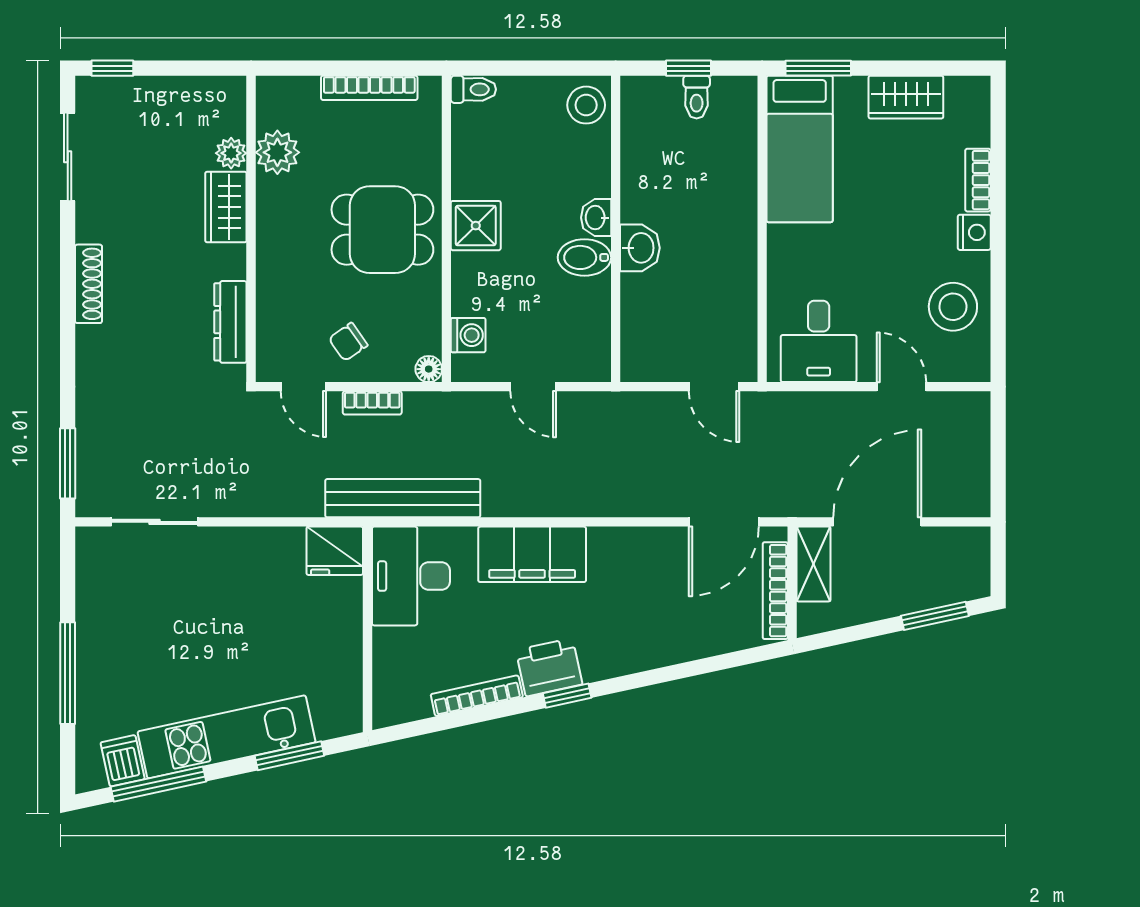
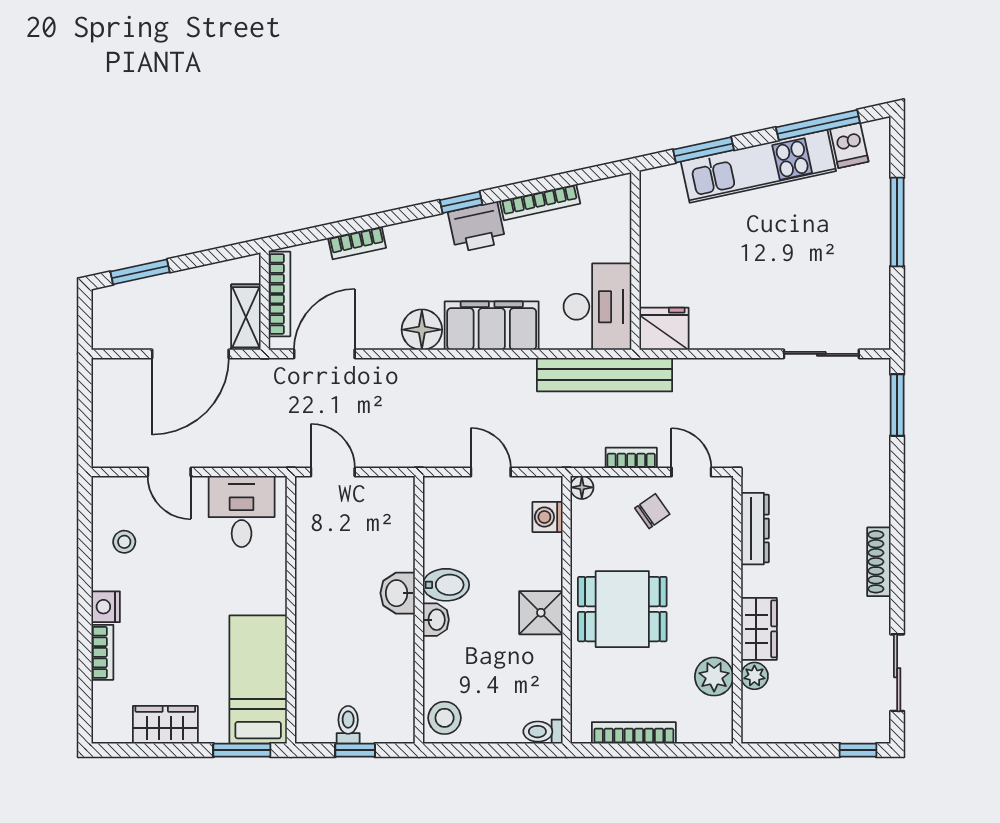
stool: (953, 307) -> (124, 542), width x0.53, depth x0.53
floor lamp: (612, 550) -> (422, 330), added
bookcase: (686, 649) -> (357, 243), added

